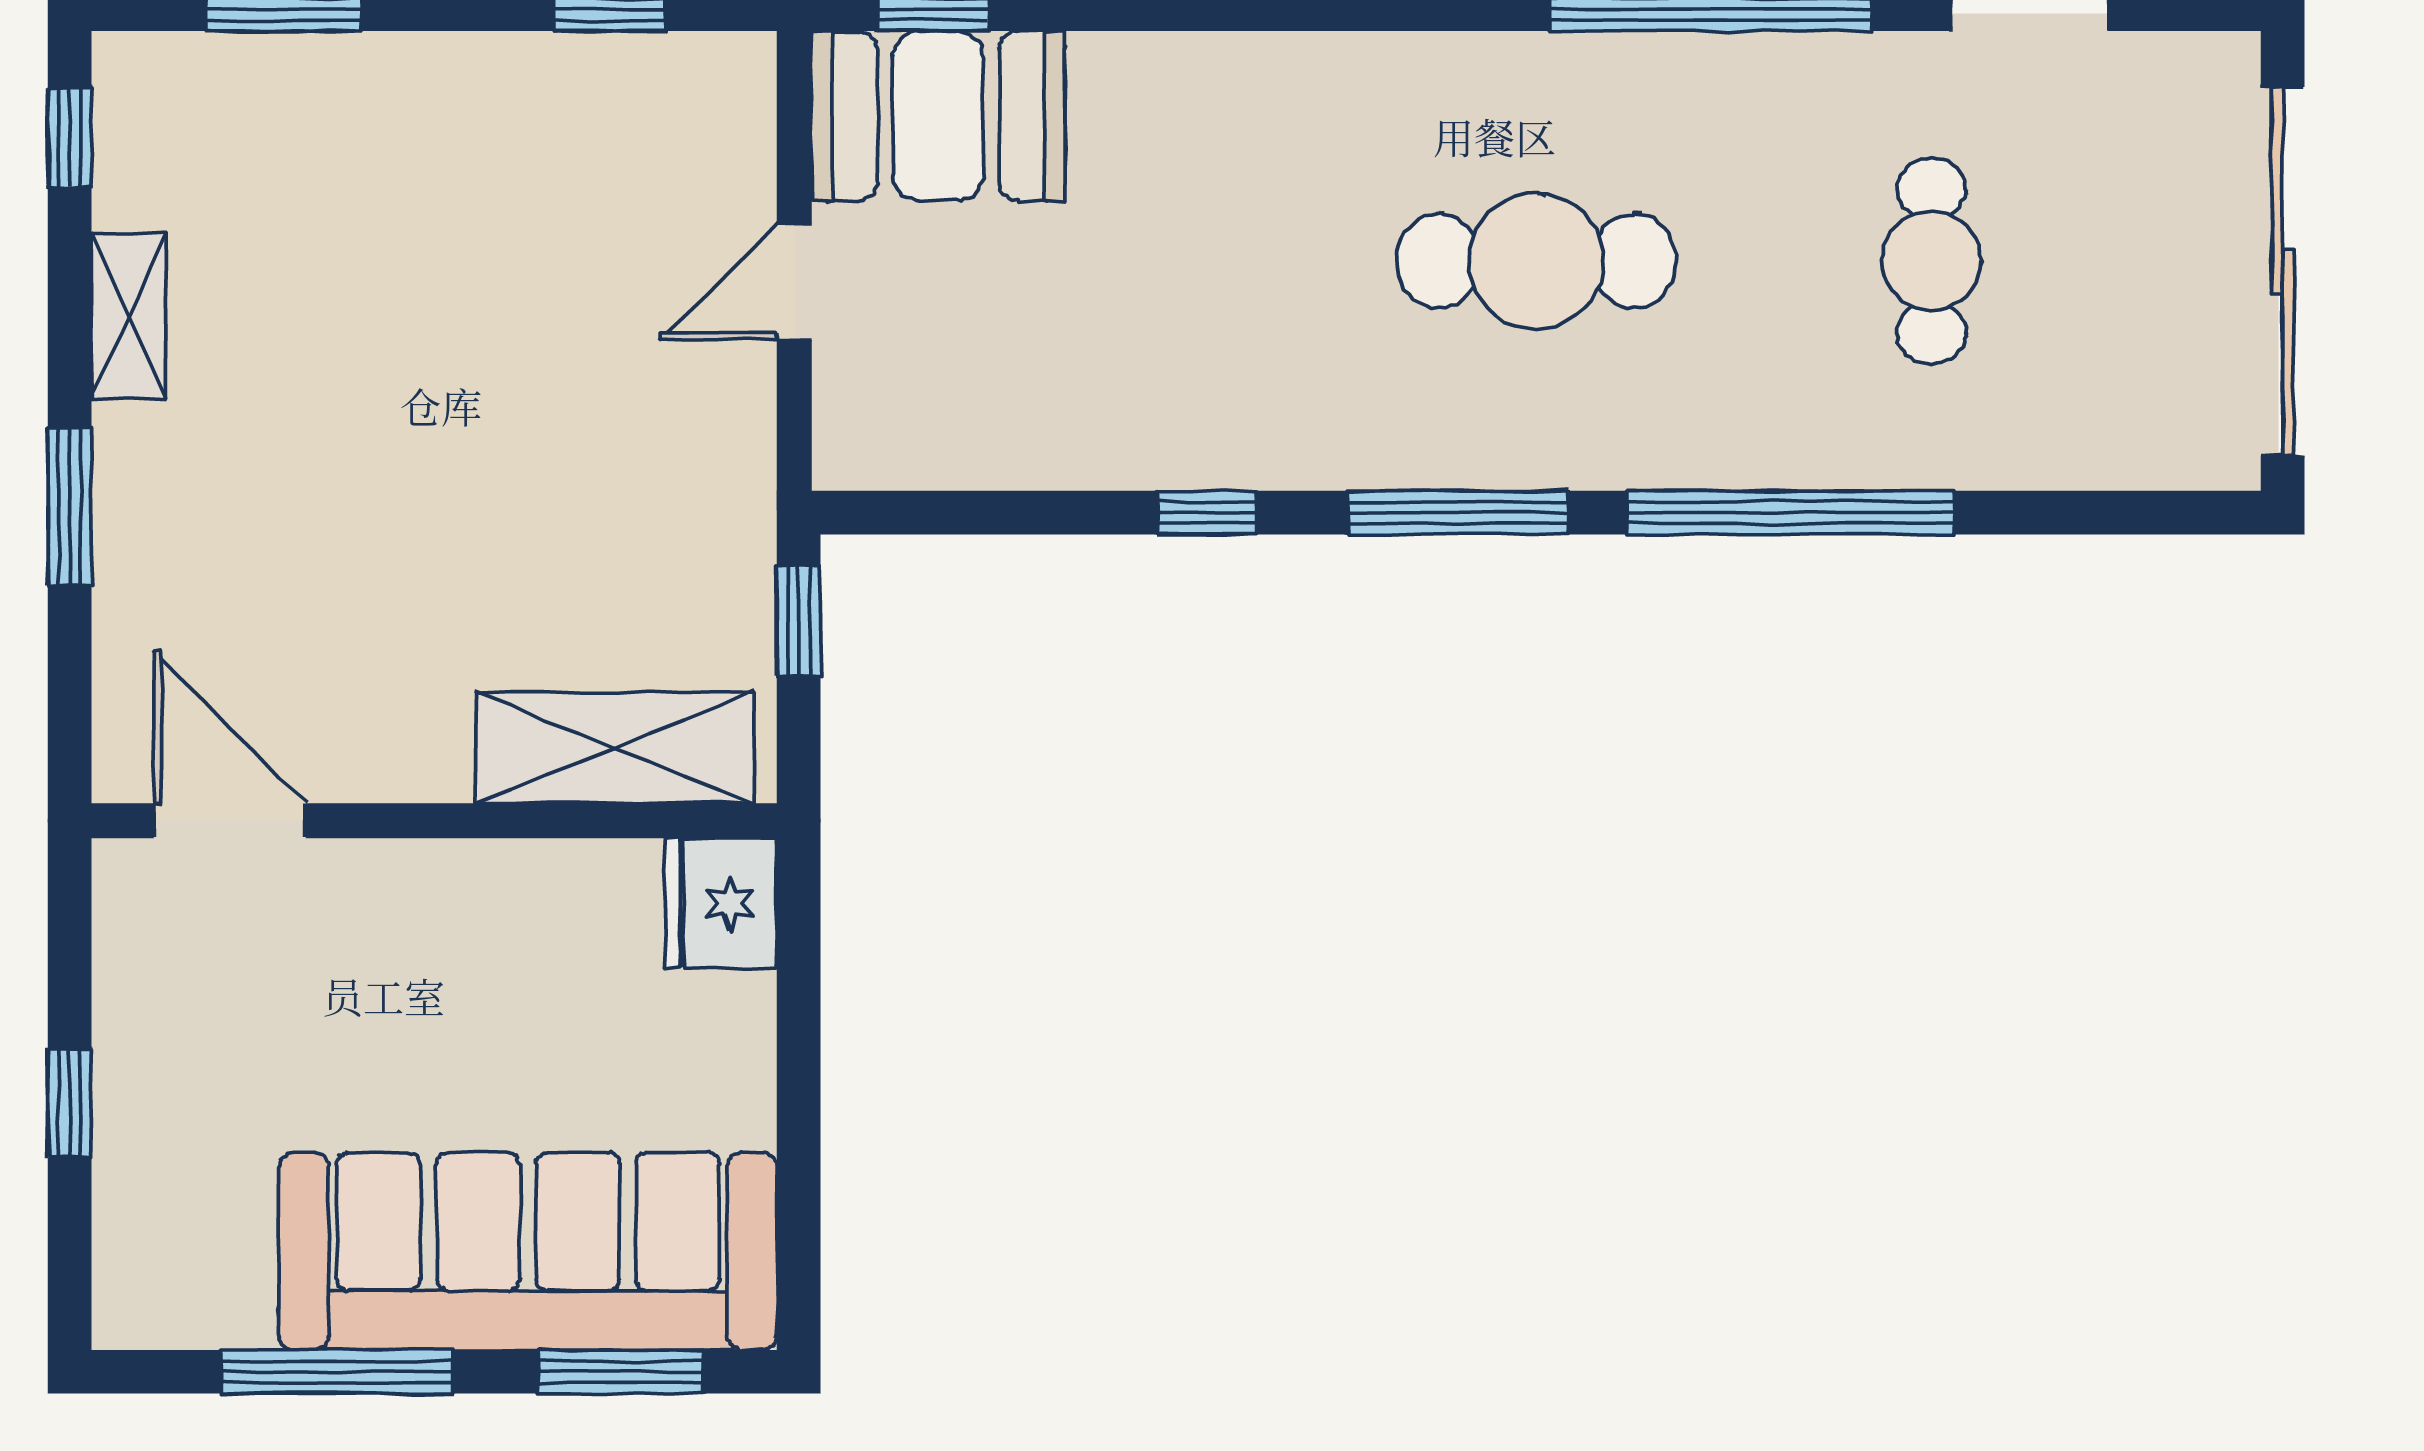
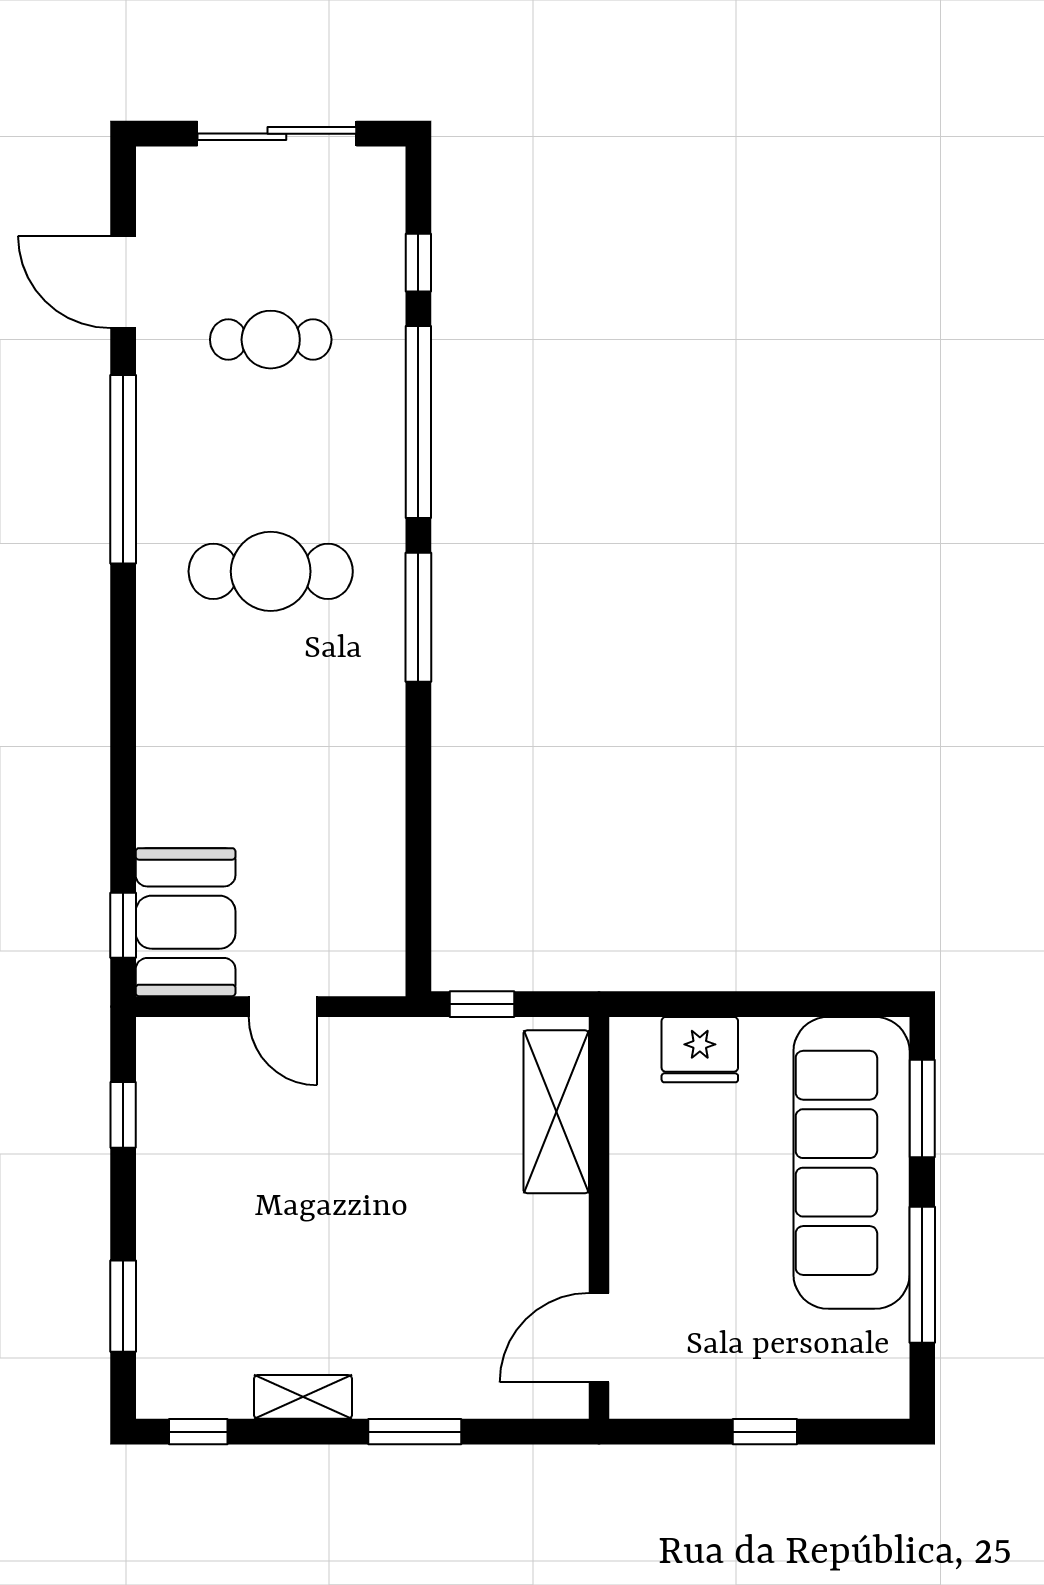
cafe table: (1536, 261) -> (271, 571), turned 90
sliding door: (2283, 271) -> (277, 134), width x0.73
window: (1206, 513) -> (418, 263), moved
fridge: (721, 903) -> (700, 1050), moved

